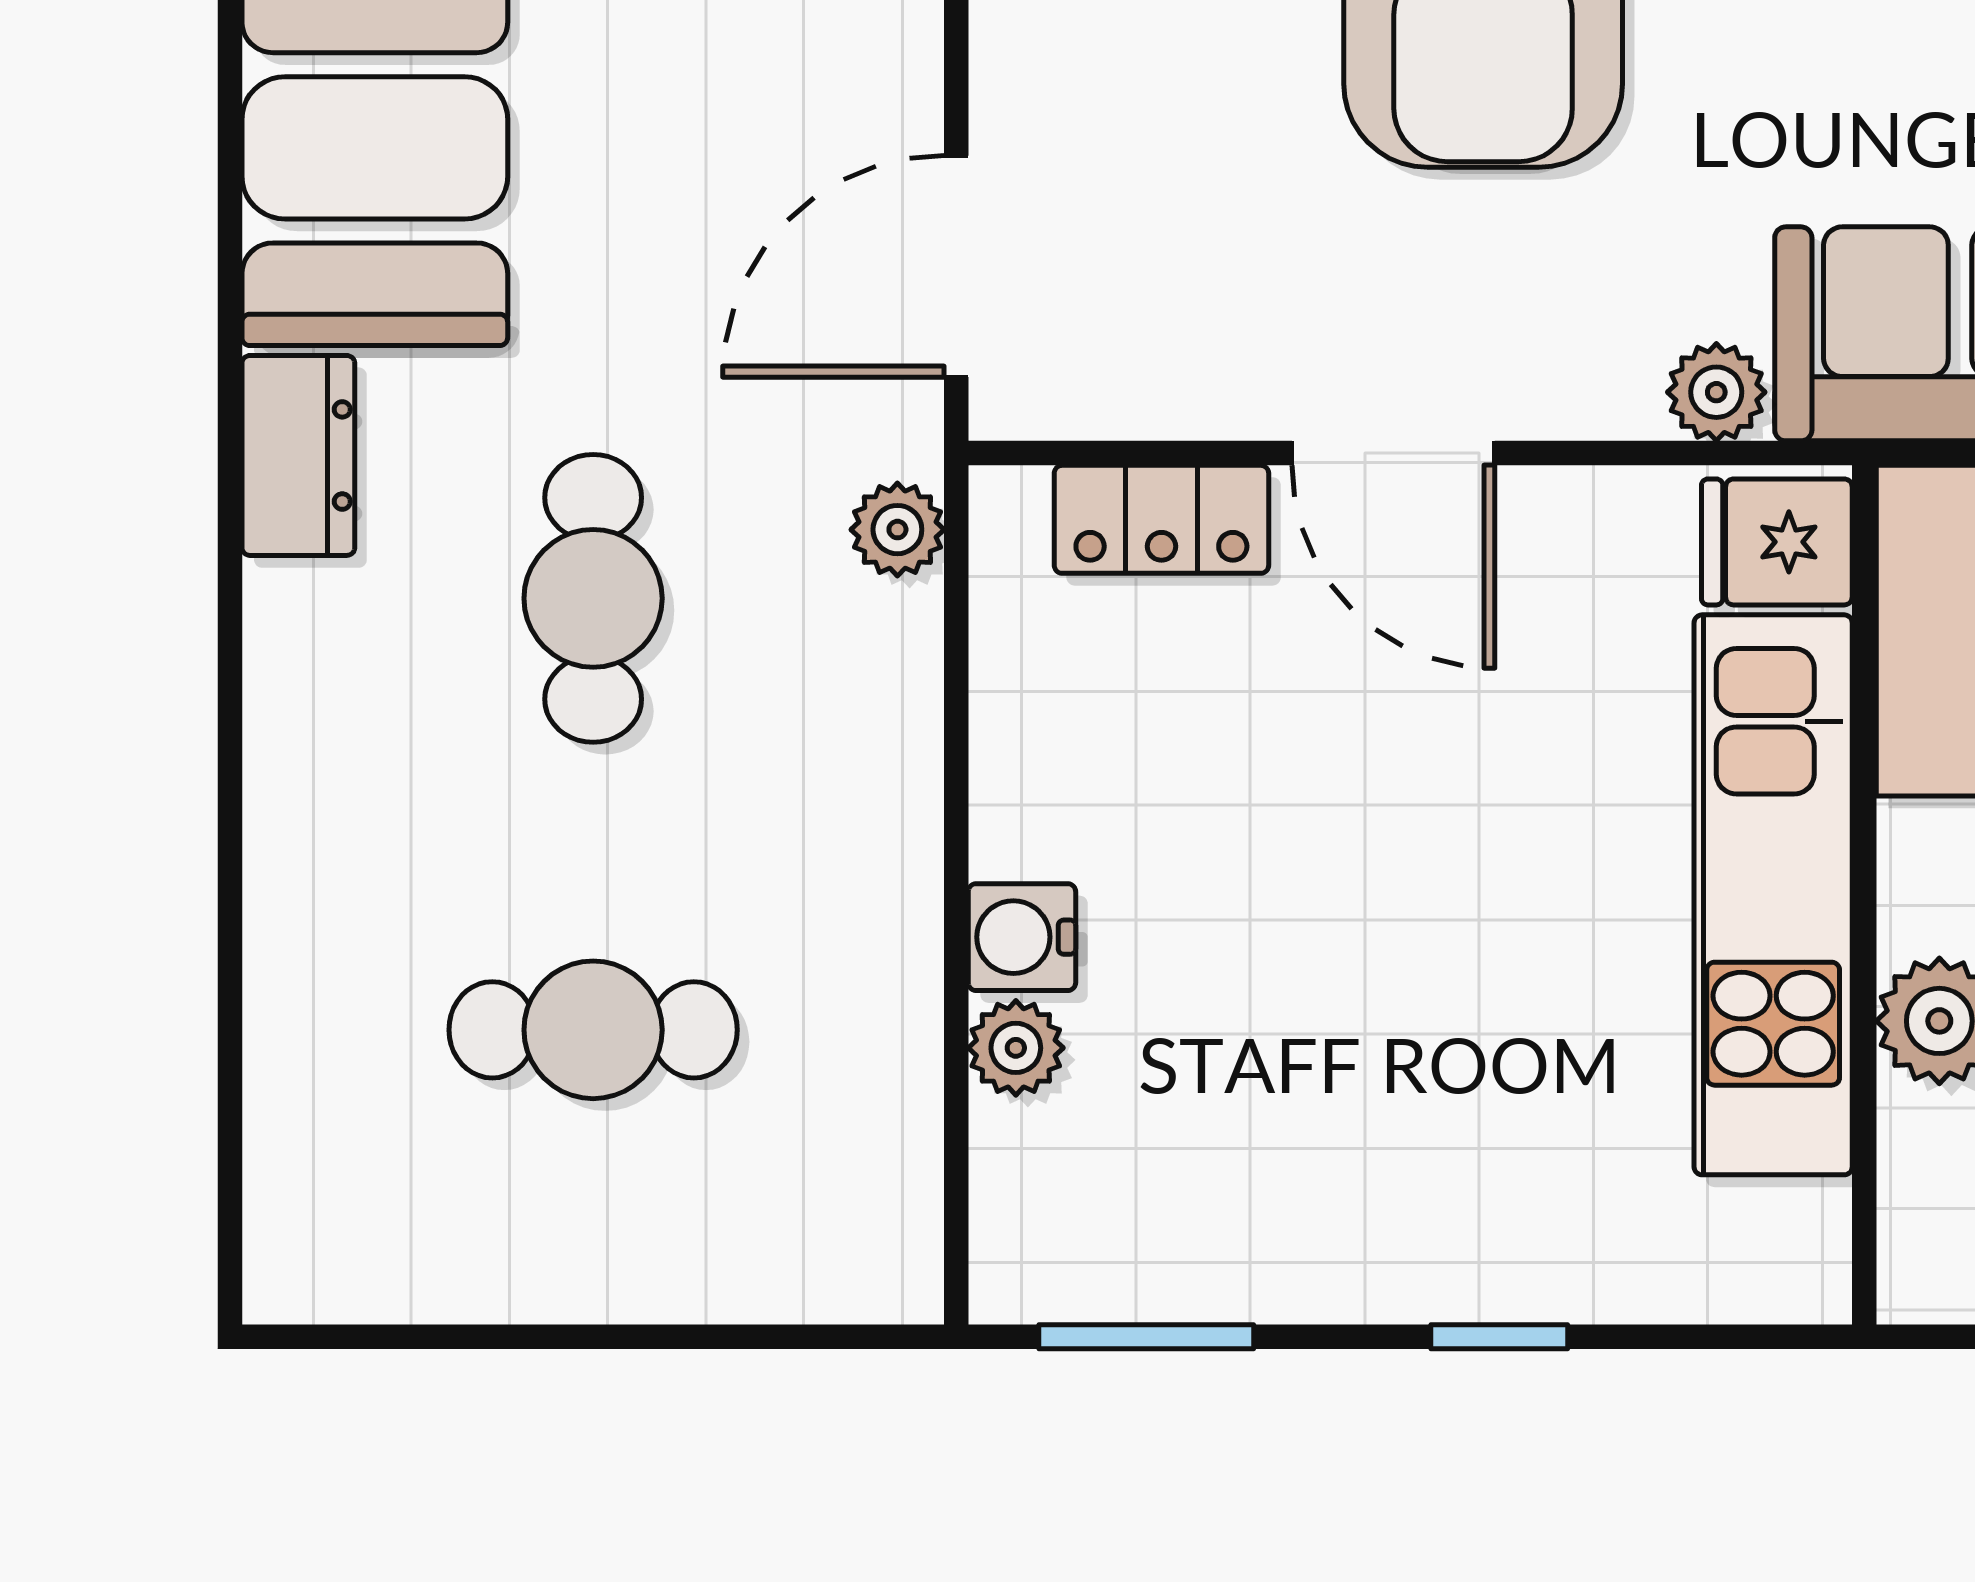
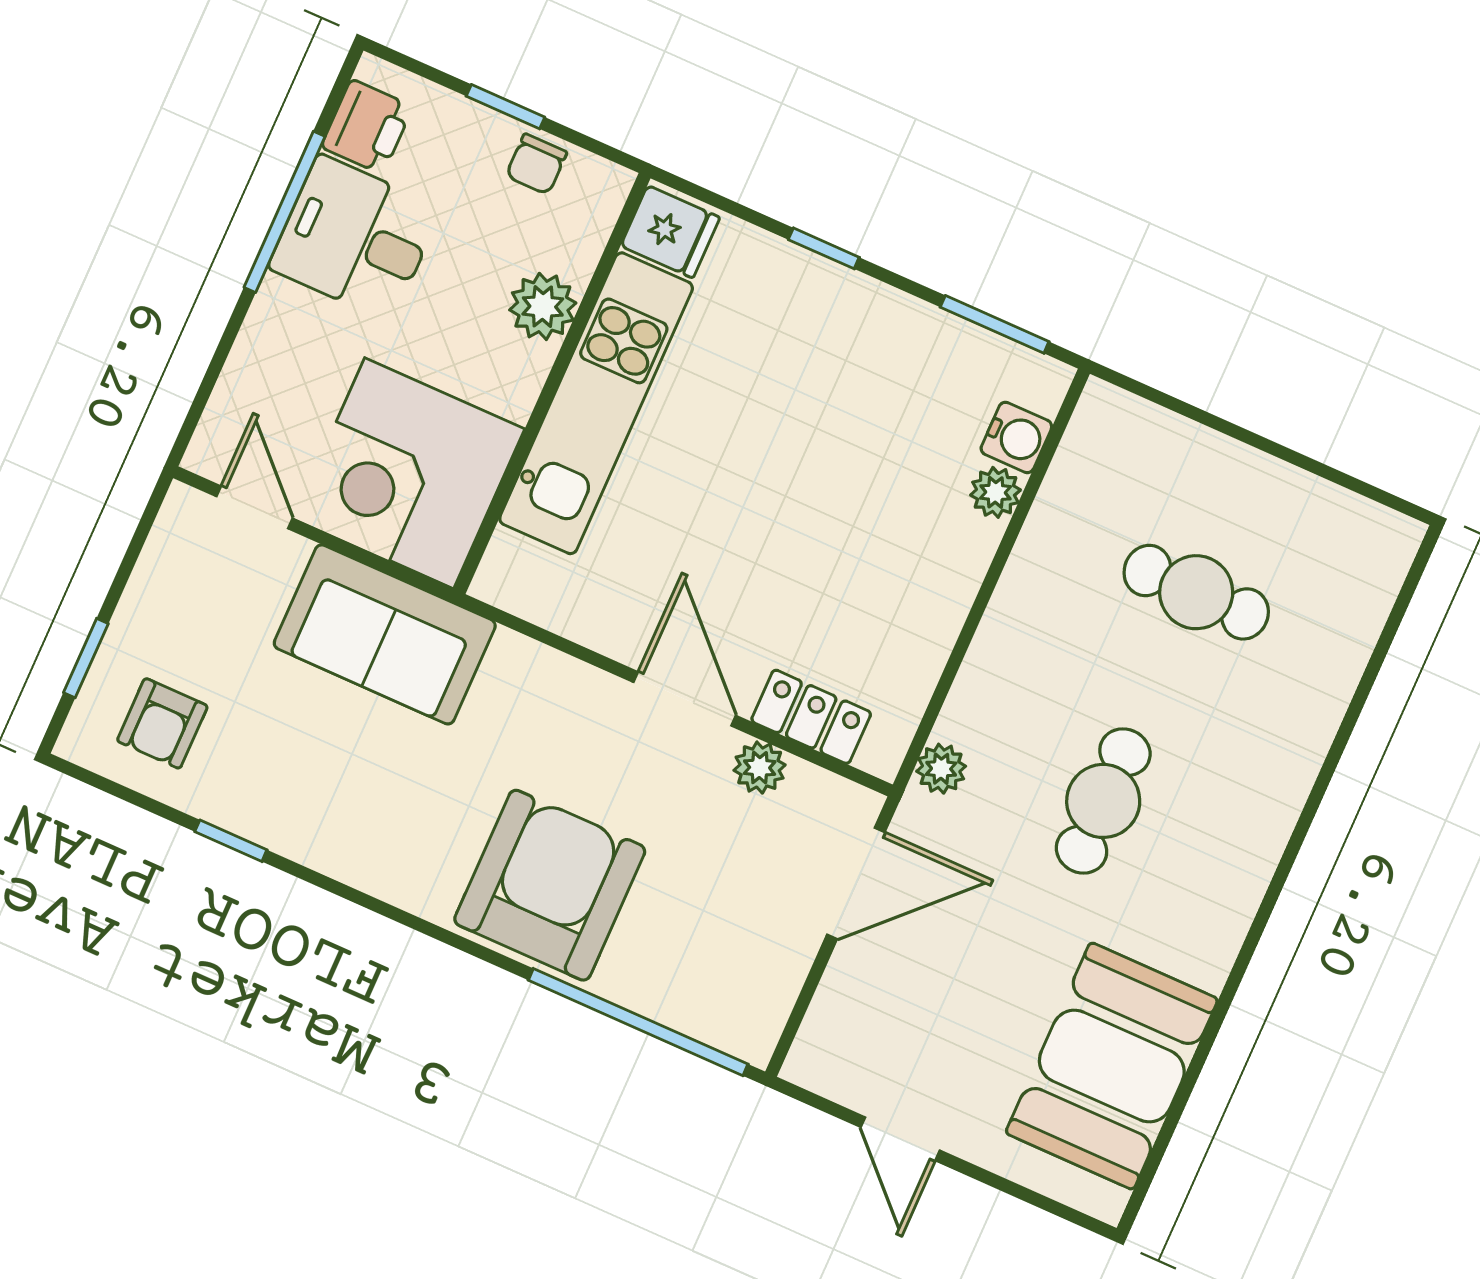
plant: (1716, 392) -> (760, 768), moved
dresser: (298, 455) -> (1215, 934), removed
fridge: (1777, 542) -> (670, 232), moved
water cooler: (1022, 937) -> (1016, 437), moved

